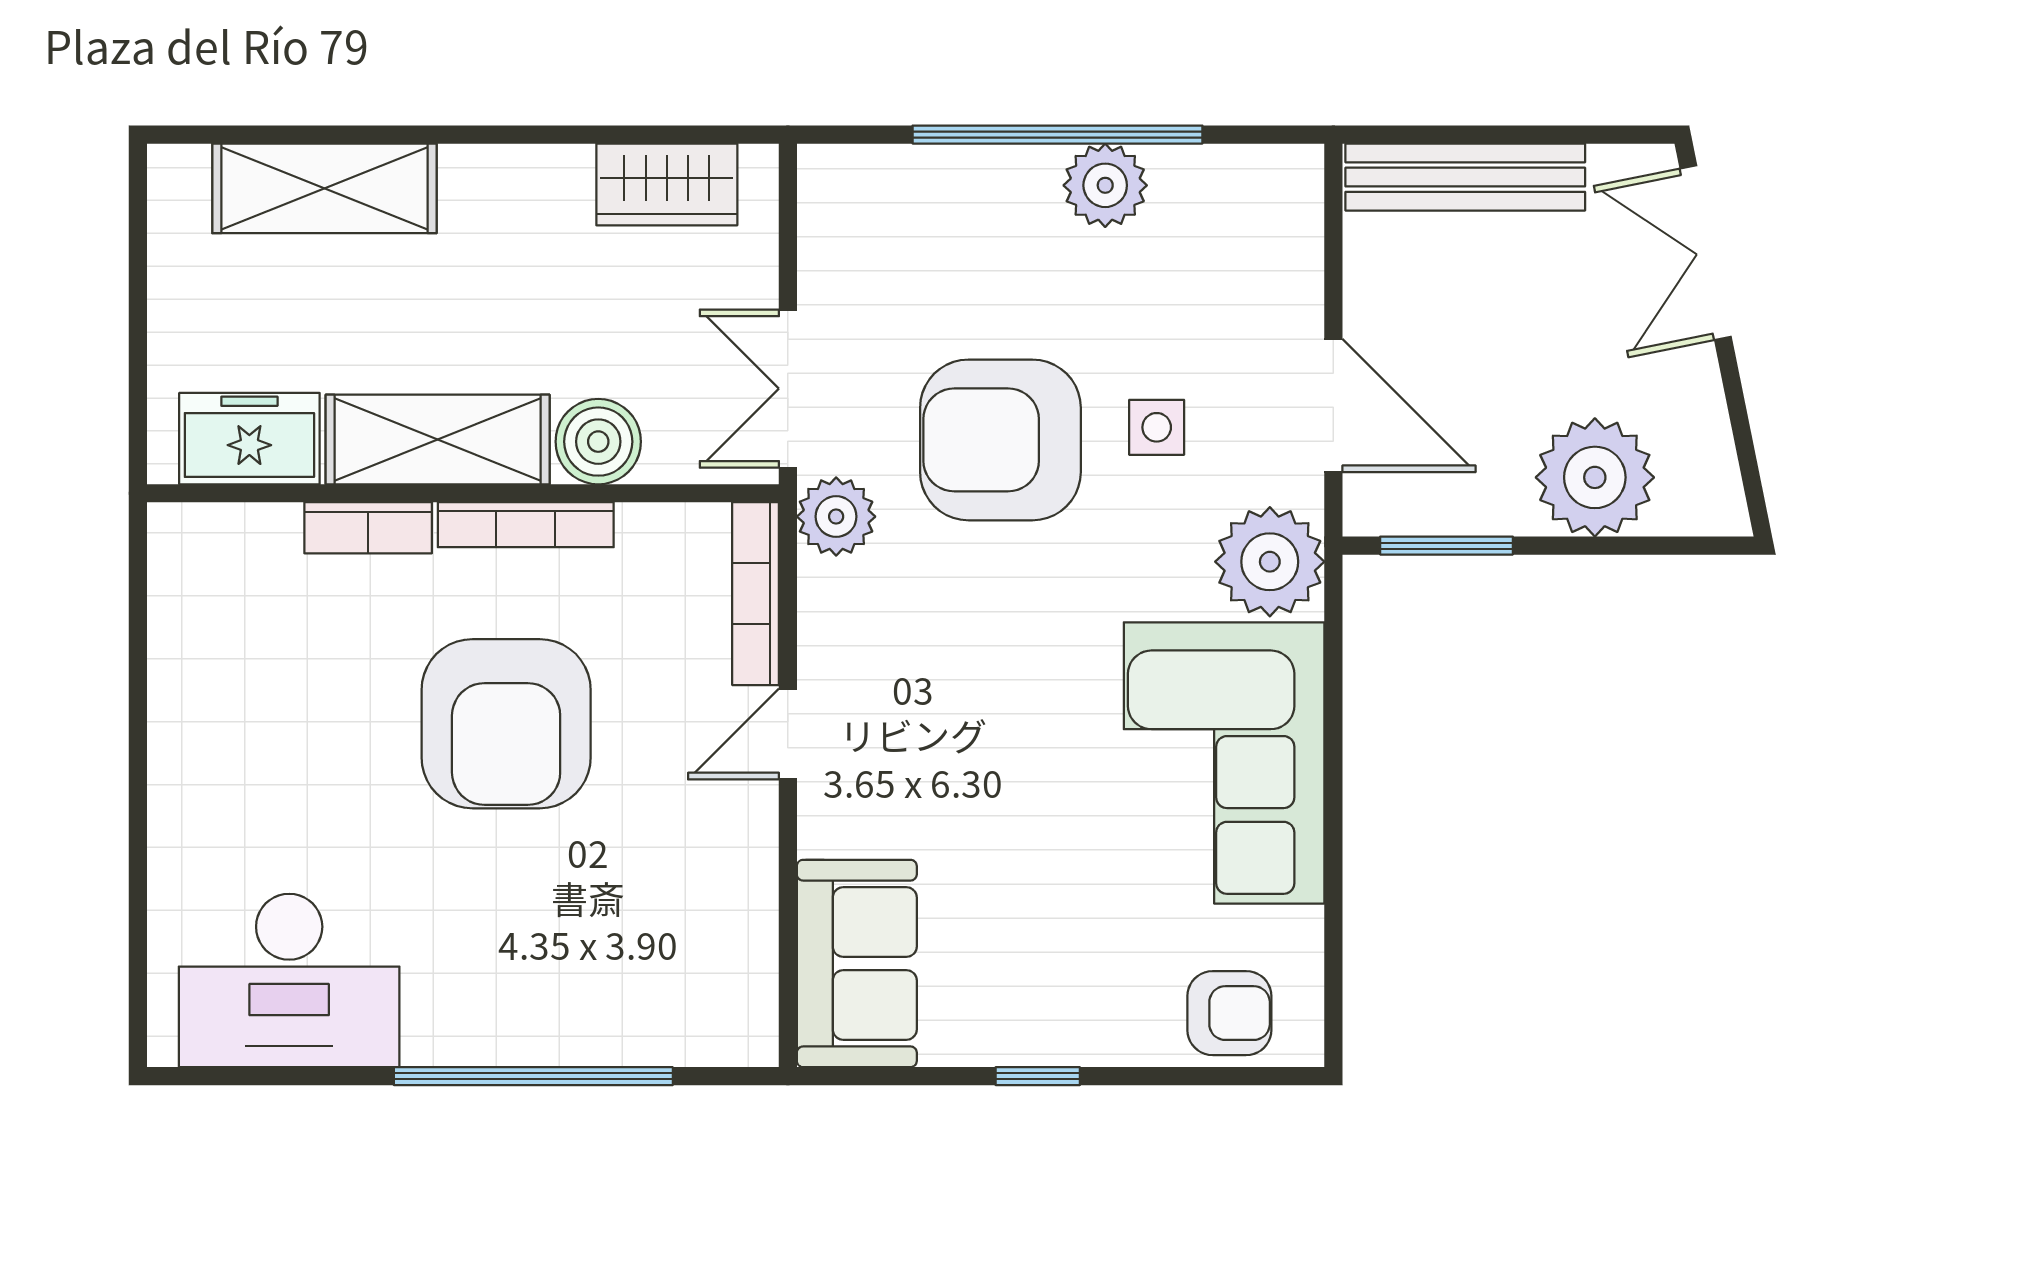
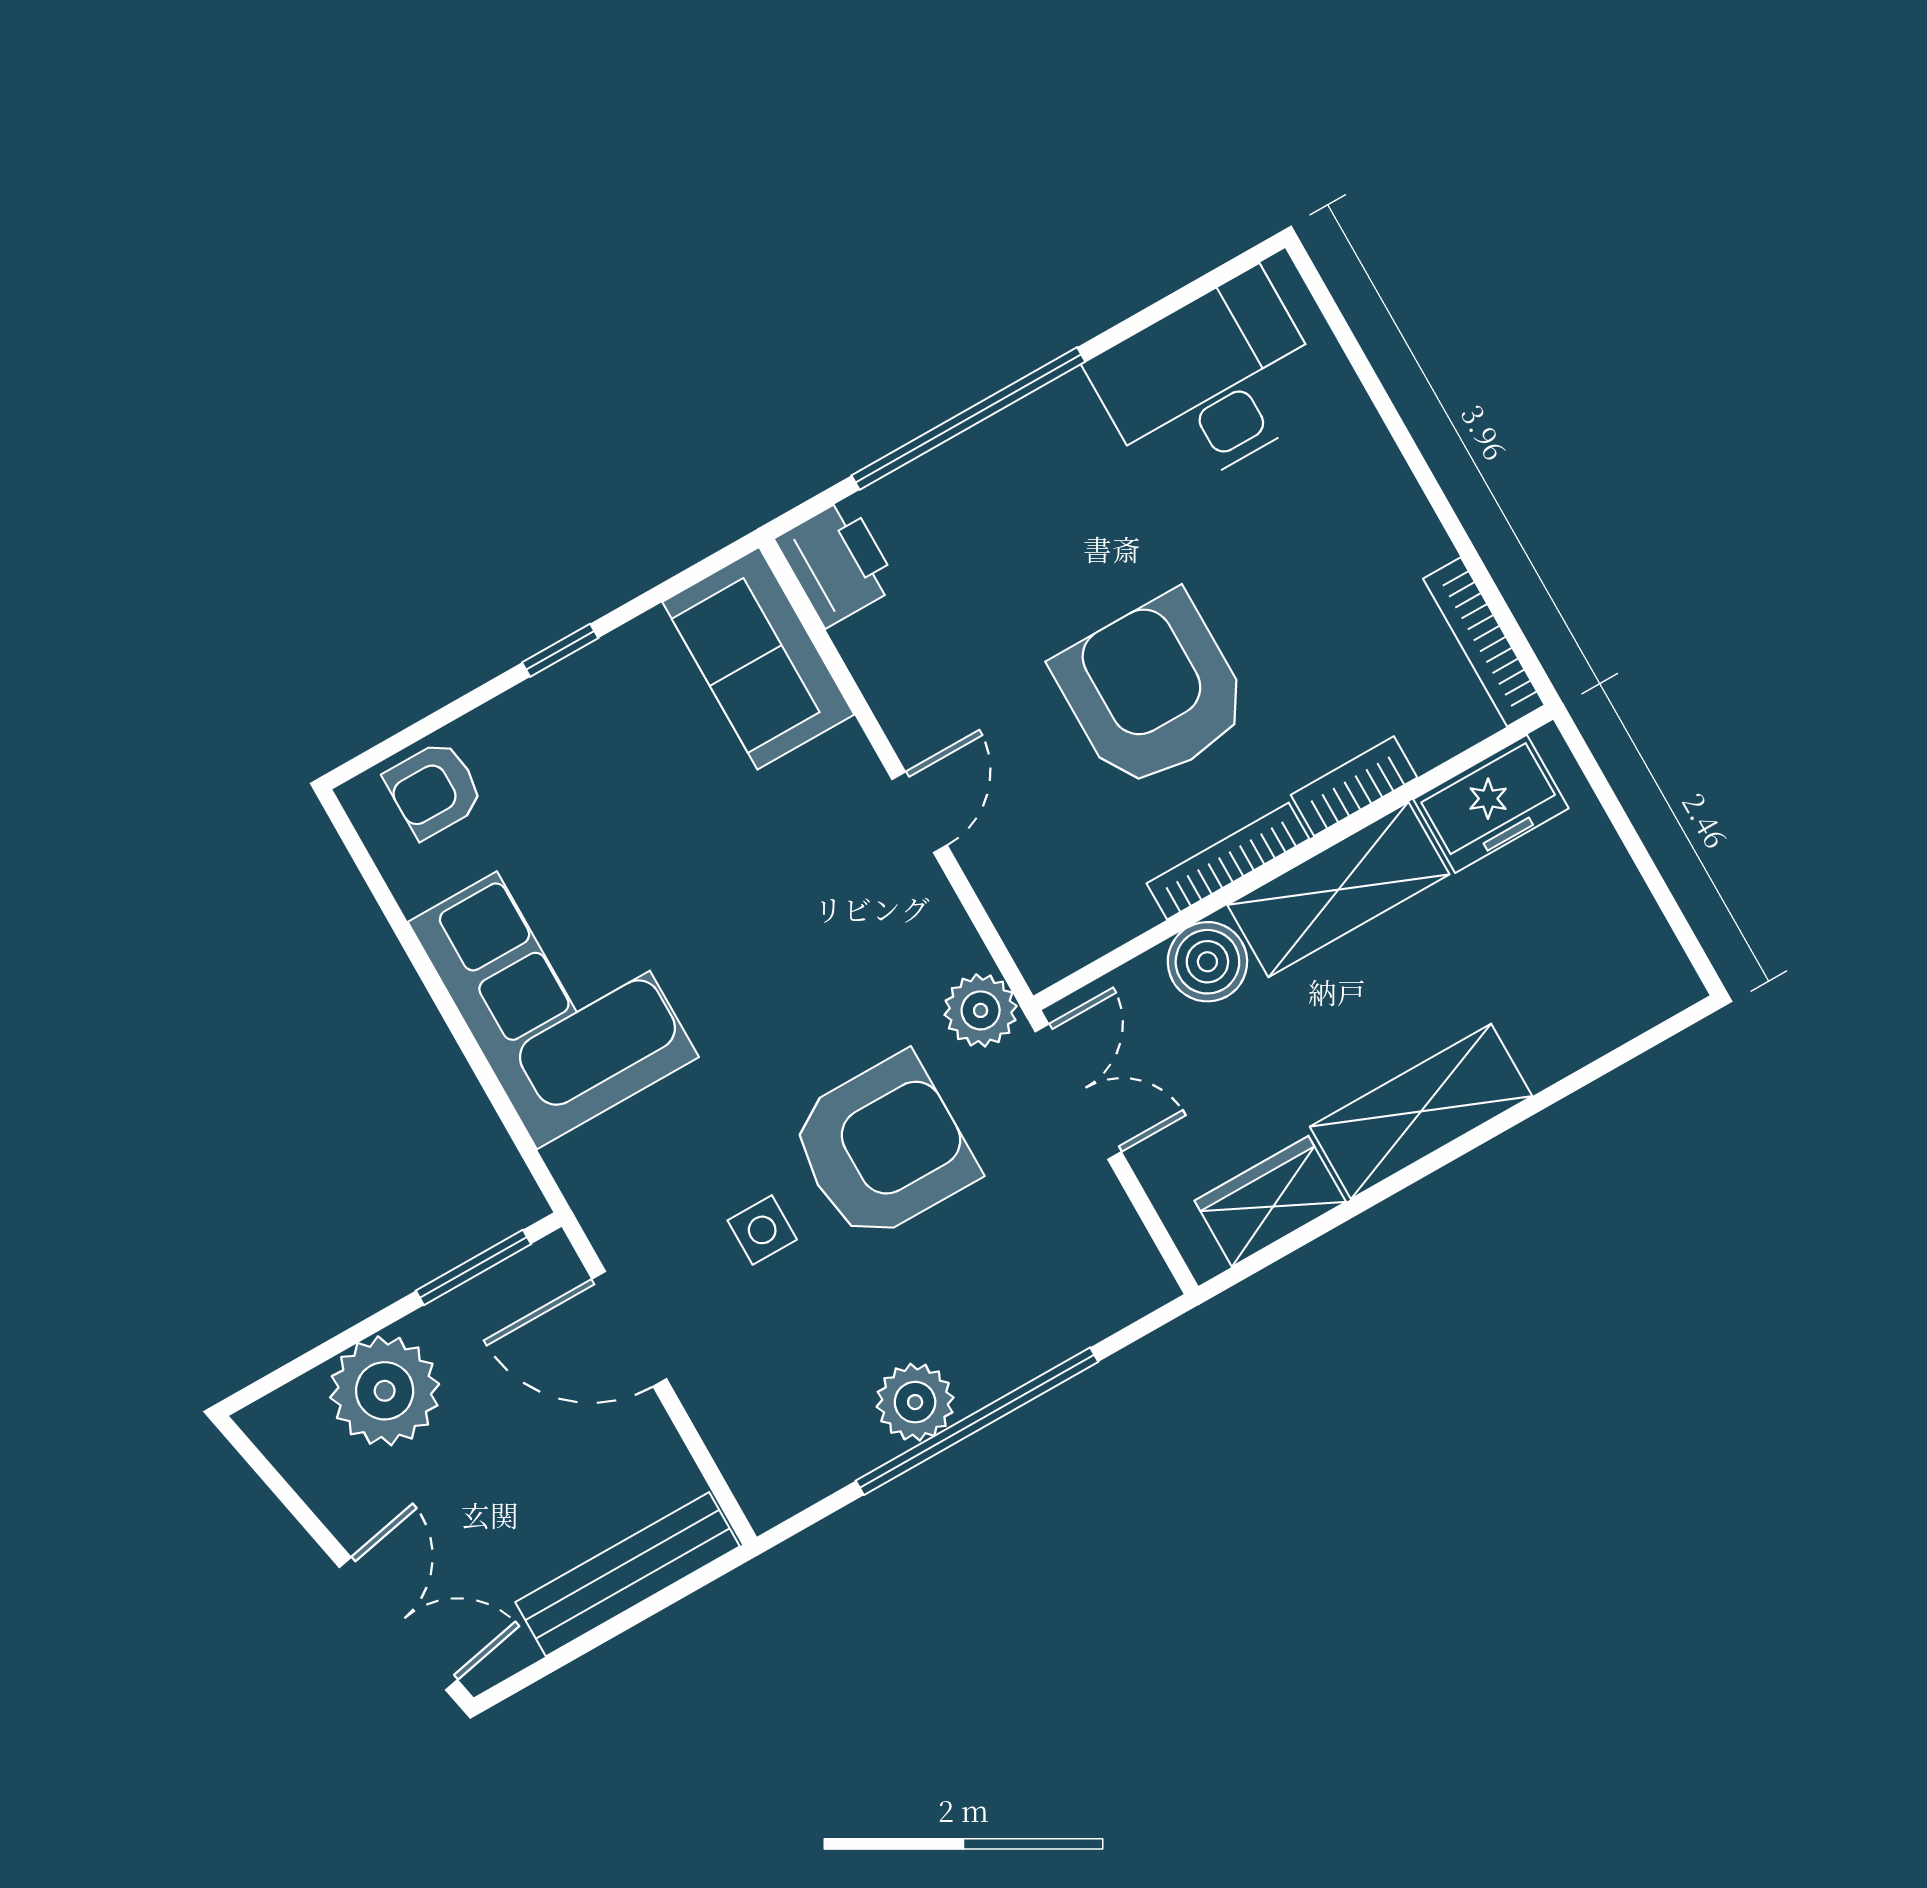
shelving: (324, 188) -> (1421, 1111), moved
plant: (1270, 562) -> (609, 1173), removed
bookcase: (756, 594) -> (1484, 642), moved, turned 180
printer: (733, 1011) -> (837, 563), added

